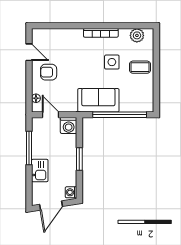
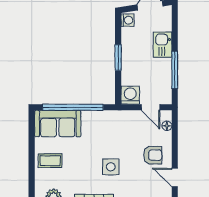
side table: (112, 62) -> (111, 167), moved
sofa: (98, 100) -> (58, 124), moved

